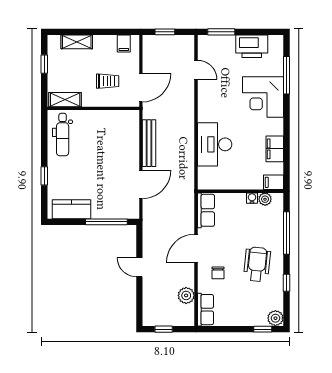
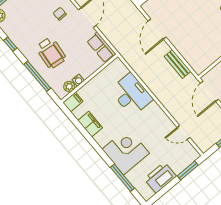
bench: (149, 143) -> (178, 64), width x0.73
wheelchair: (257, 264) -> (51, 53), moved

